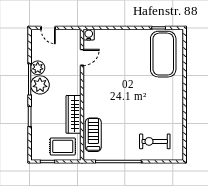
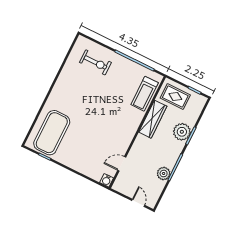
plant: (40, 85) -> (182, 132), moved

